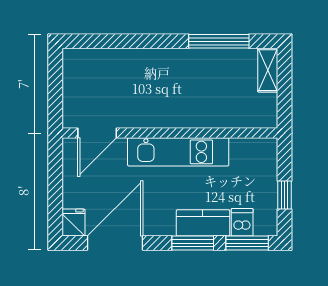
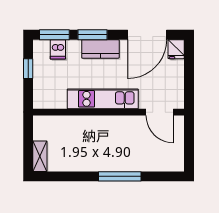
window: (219, 41) -> (120, 176), moved
door: (97, 133) -> (160, 112), swing flipped
kitchen counter: (203, 223) -> (100, 49), moved

